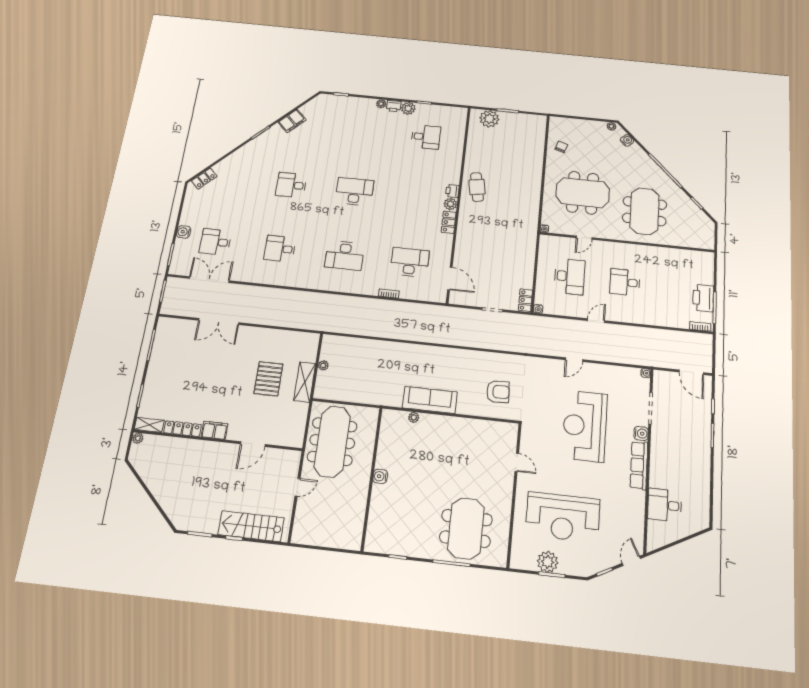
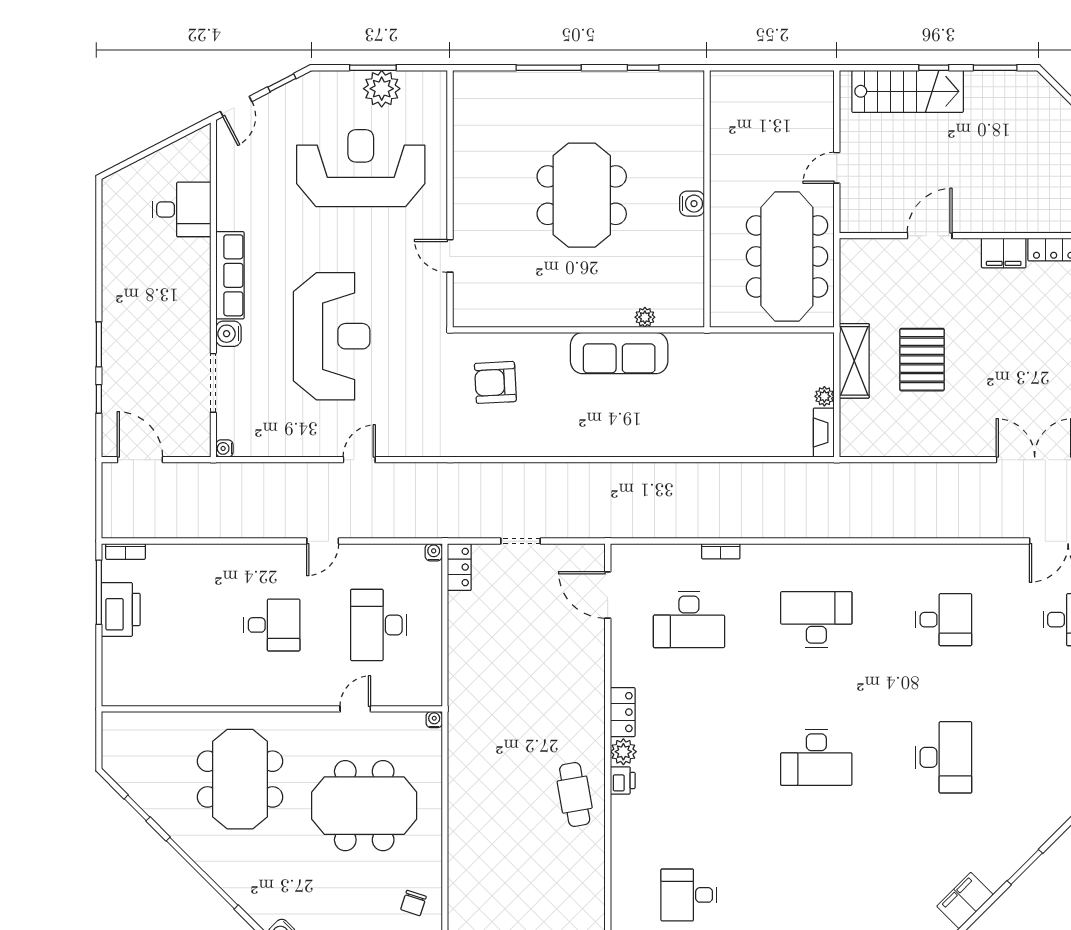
desk: (291, 185) -> (944, 757), width x1.37
fireplace: (327, 347) -> (824, 433), added
meeting table: (466, 528) -> (582, 195), moved

